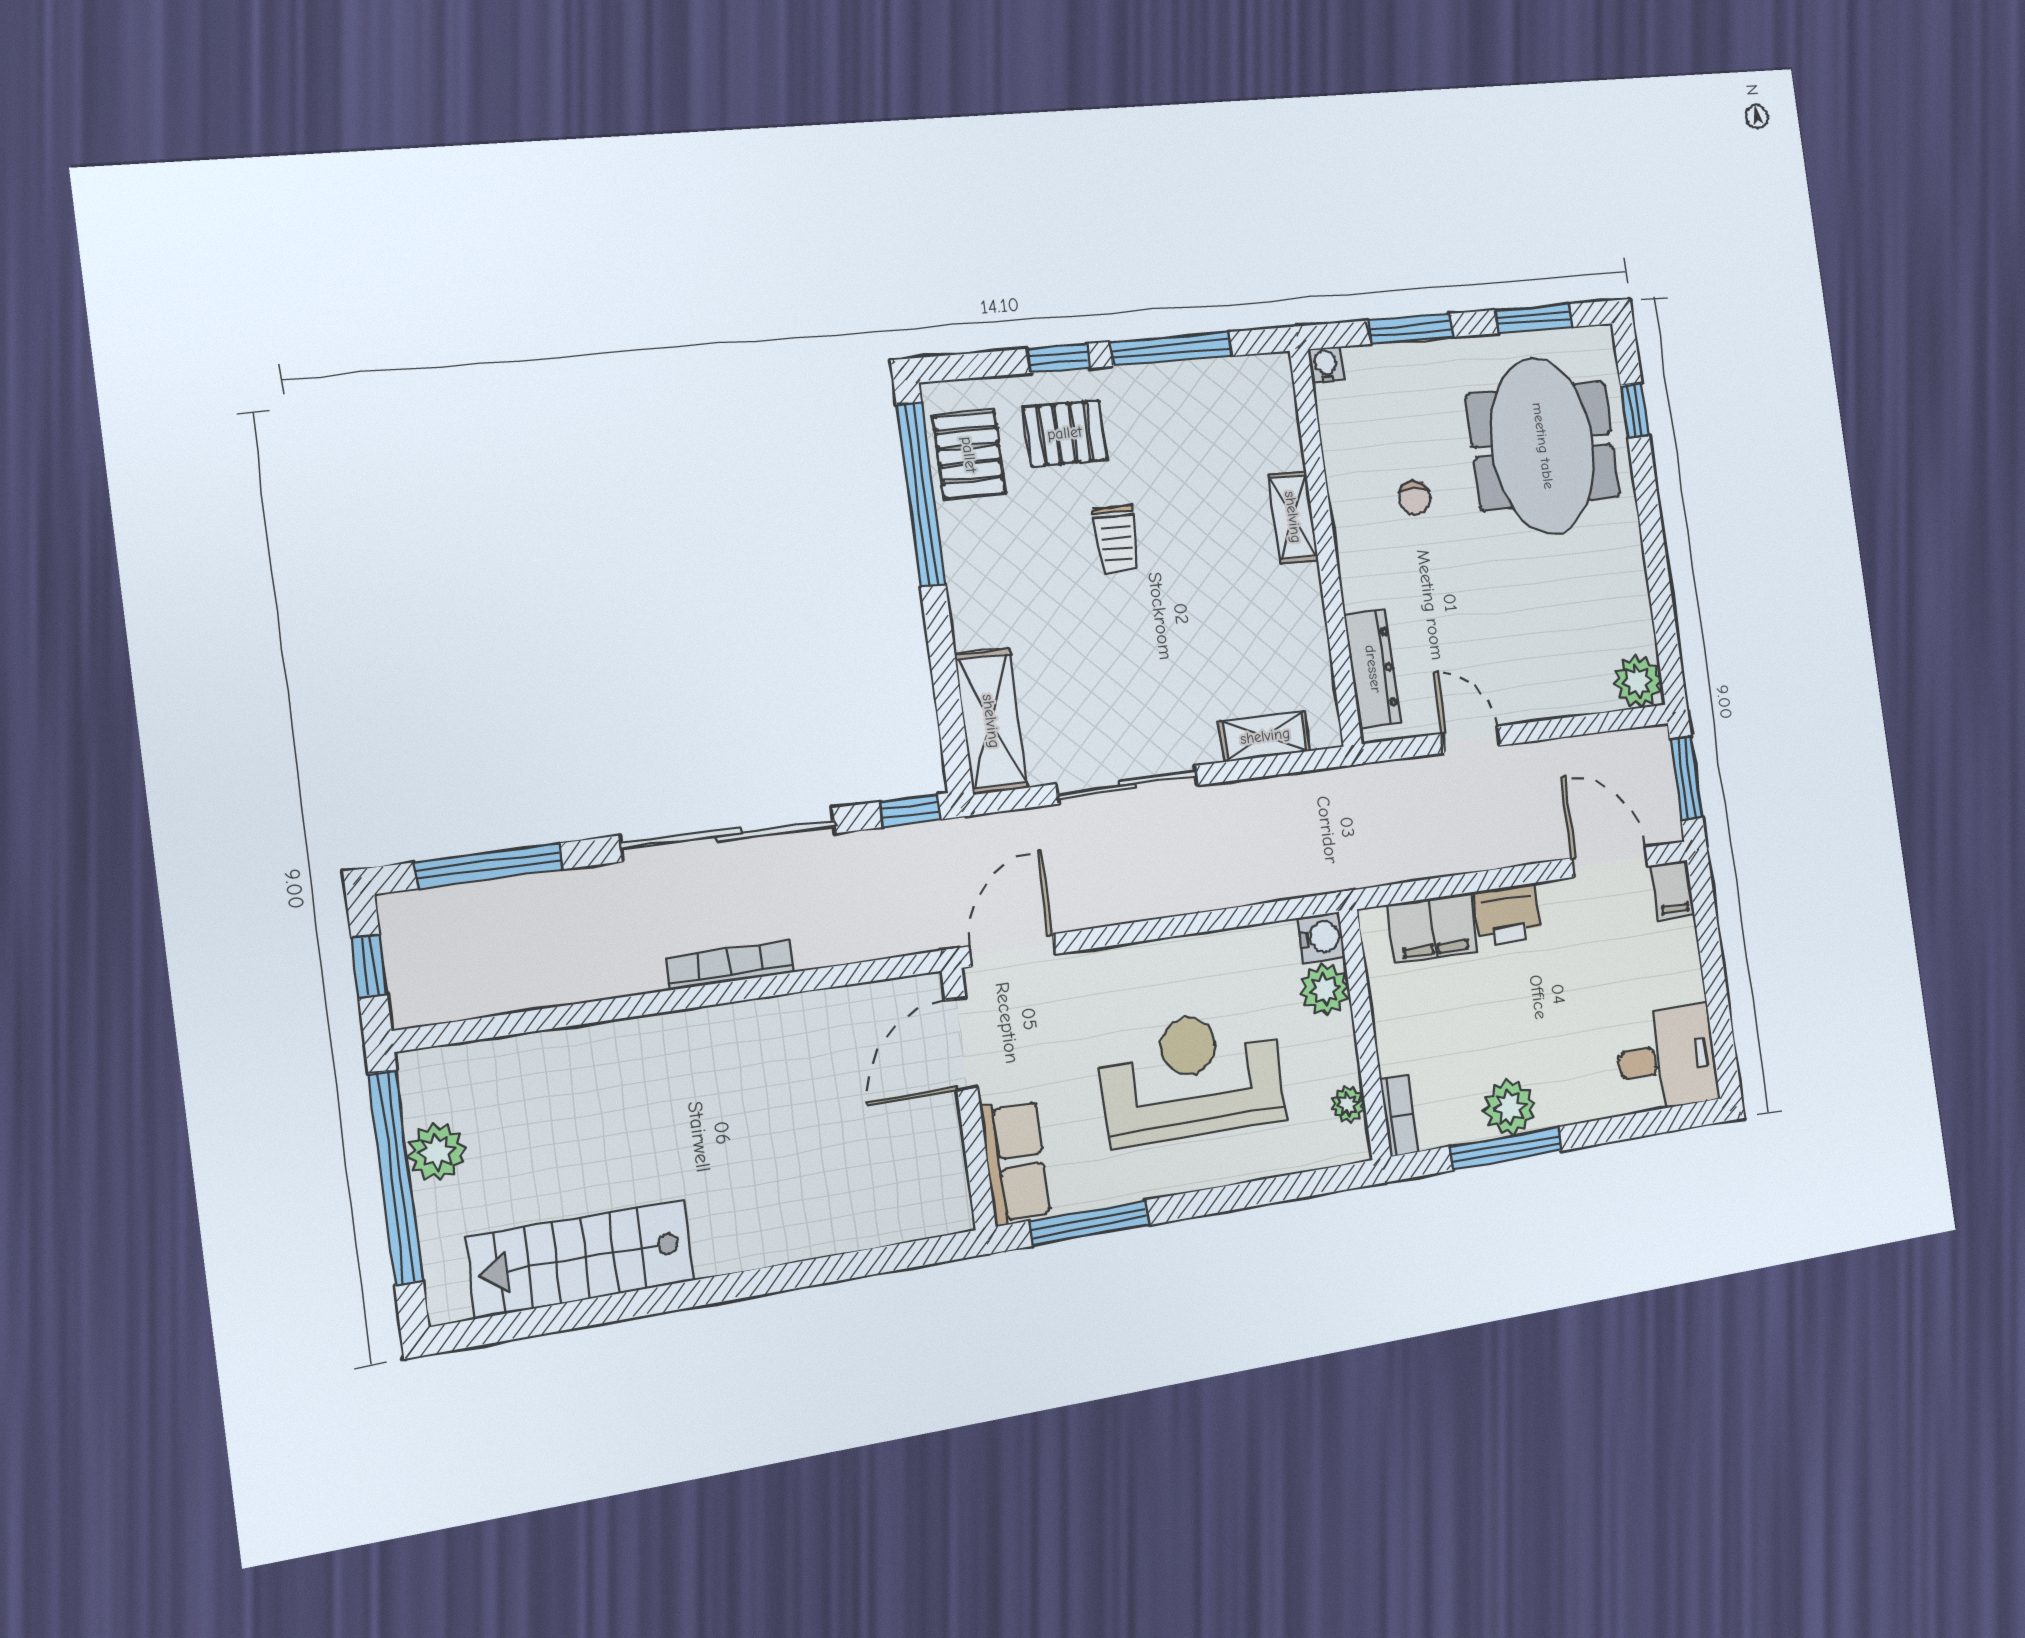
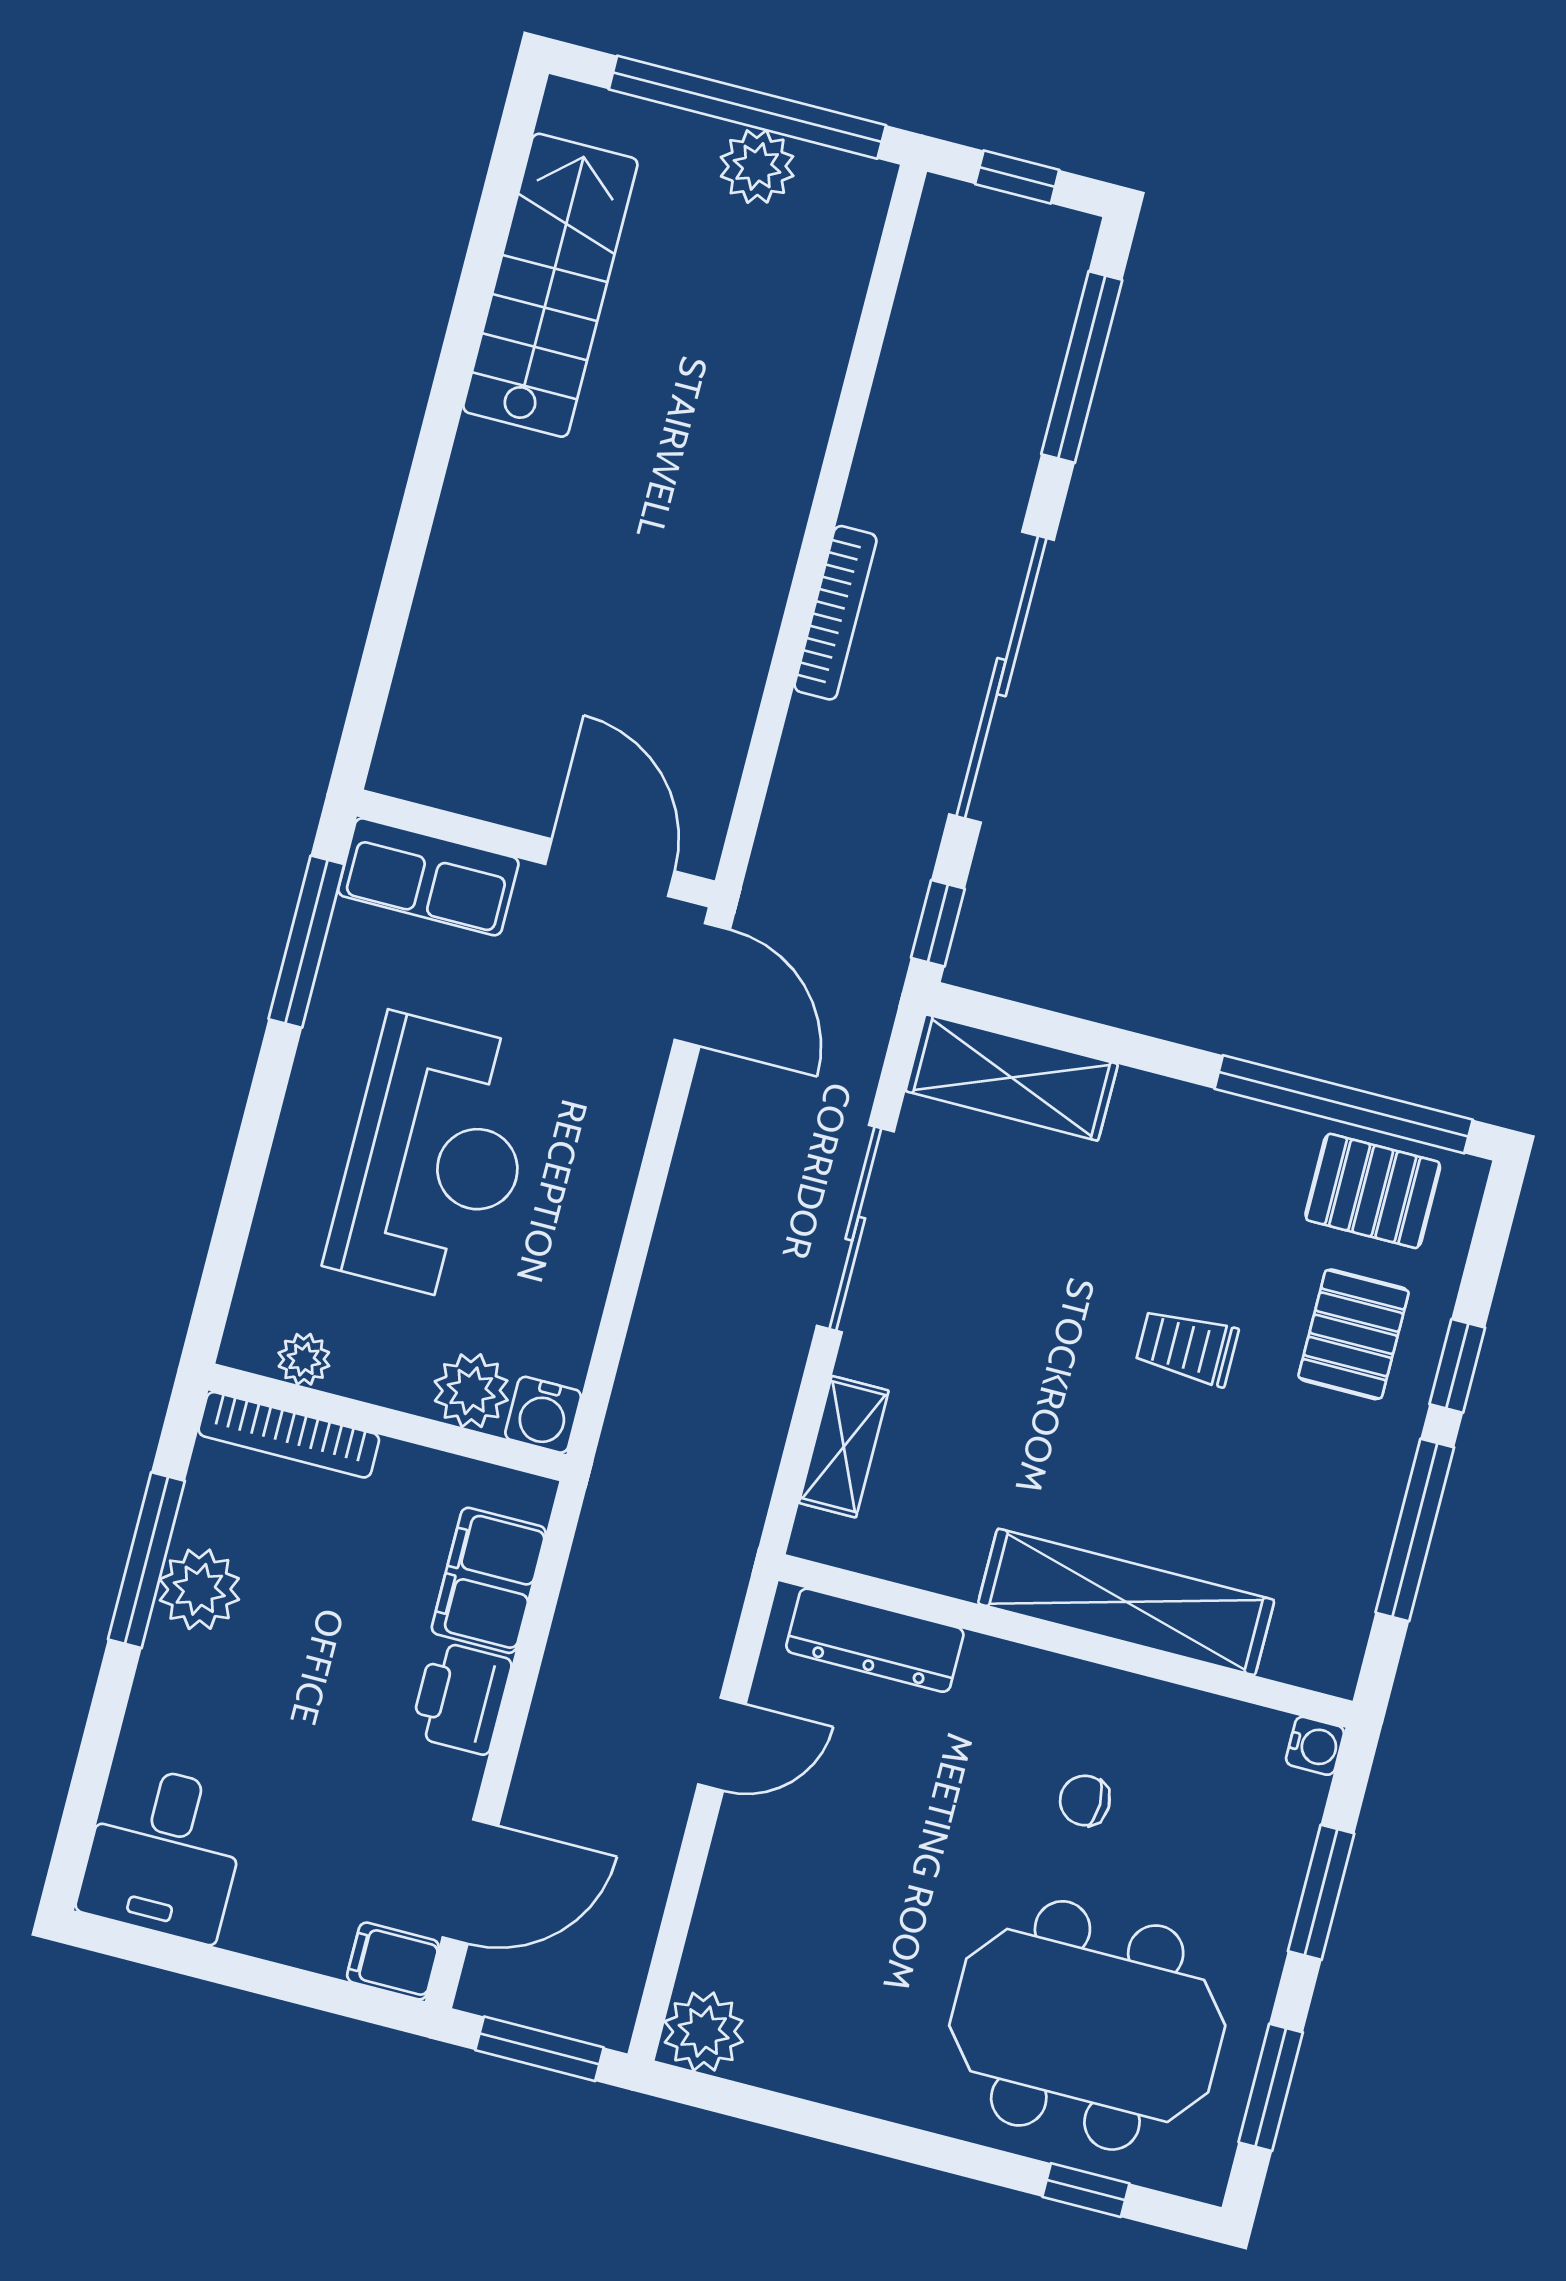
shelving: (1293, 517) -> (1126, 1602), width x2.20, depth x1.33
bookcase: (1400, 1115) -> (289, 1435), width x1.56

